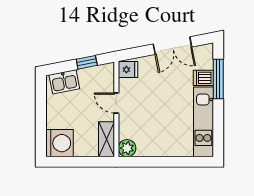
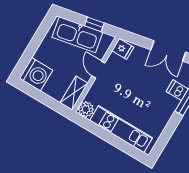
kitchen sink: (64, 82) -> (77, 35), width x1.87, depth x1.24
kitchen unit: (203, 122) -> (121, 129), moved, turned 90

